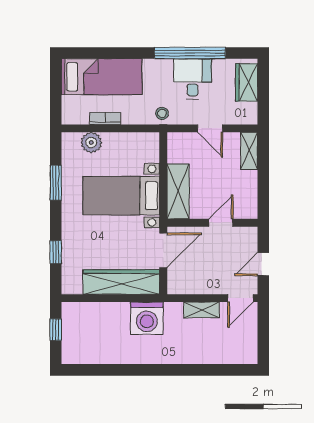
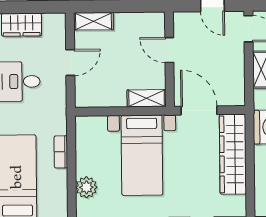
stool: (162, 113) -> (55, 113), removed
bookcase: (105, 119) -> (61, 152), moved
shelving: (178, 191) -> (147, 98), width x0.67, depth x0.75

